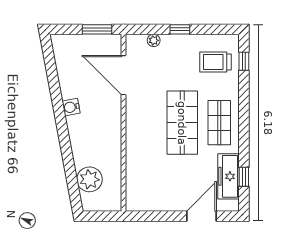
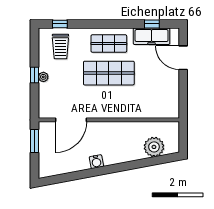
plant: (154, 40) -> (43, 77), moved

